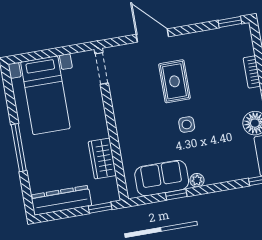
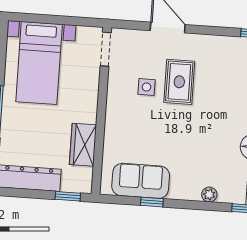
side table: (187, 124) -> (147, 87), moved
plant: (197, 180) -> (209, 195), moved

